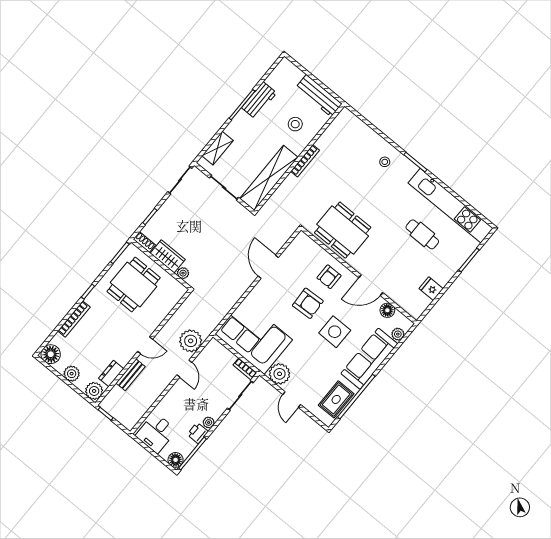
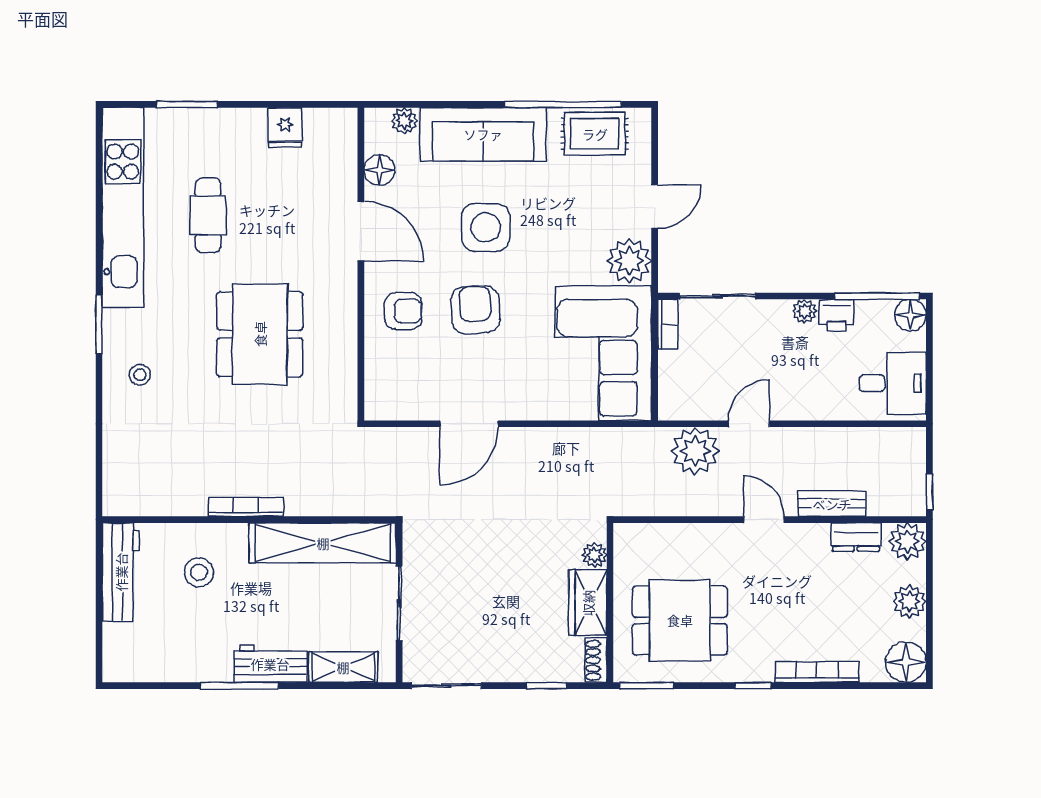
workbench: (259, 100) -> (270, 664), moved
dining table: (343, 230) -> (260, 334), moved

